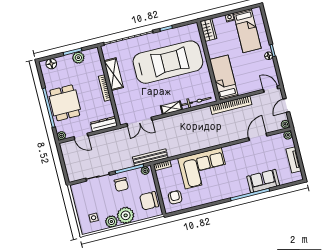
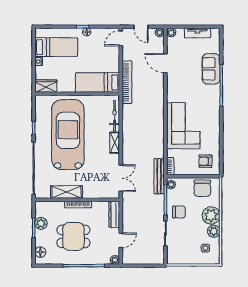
dining table: (65, 103) -> (73, 236), moved

